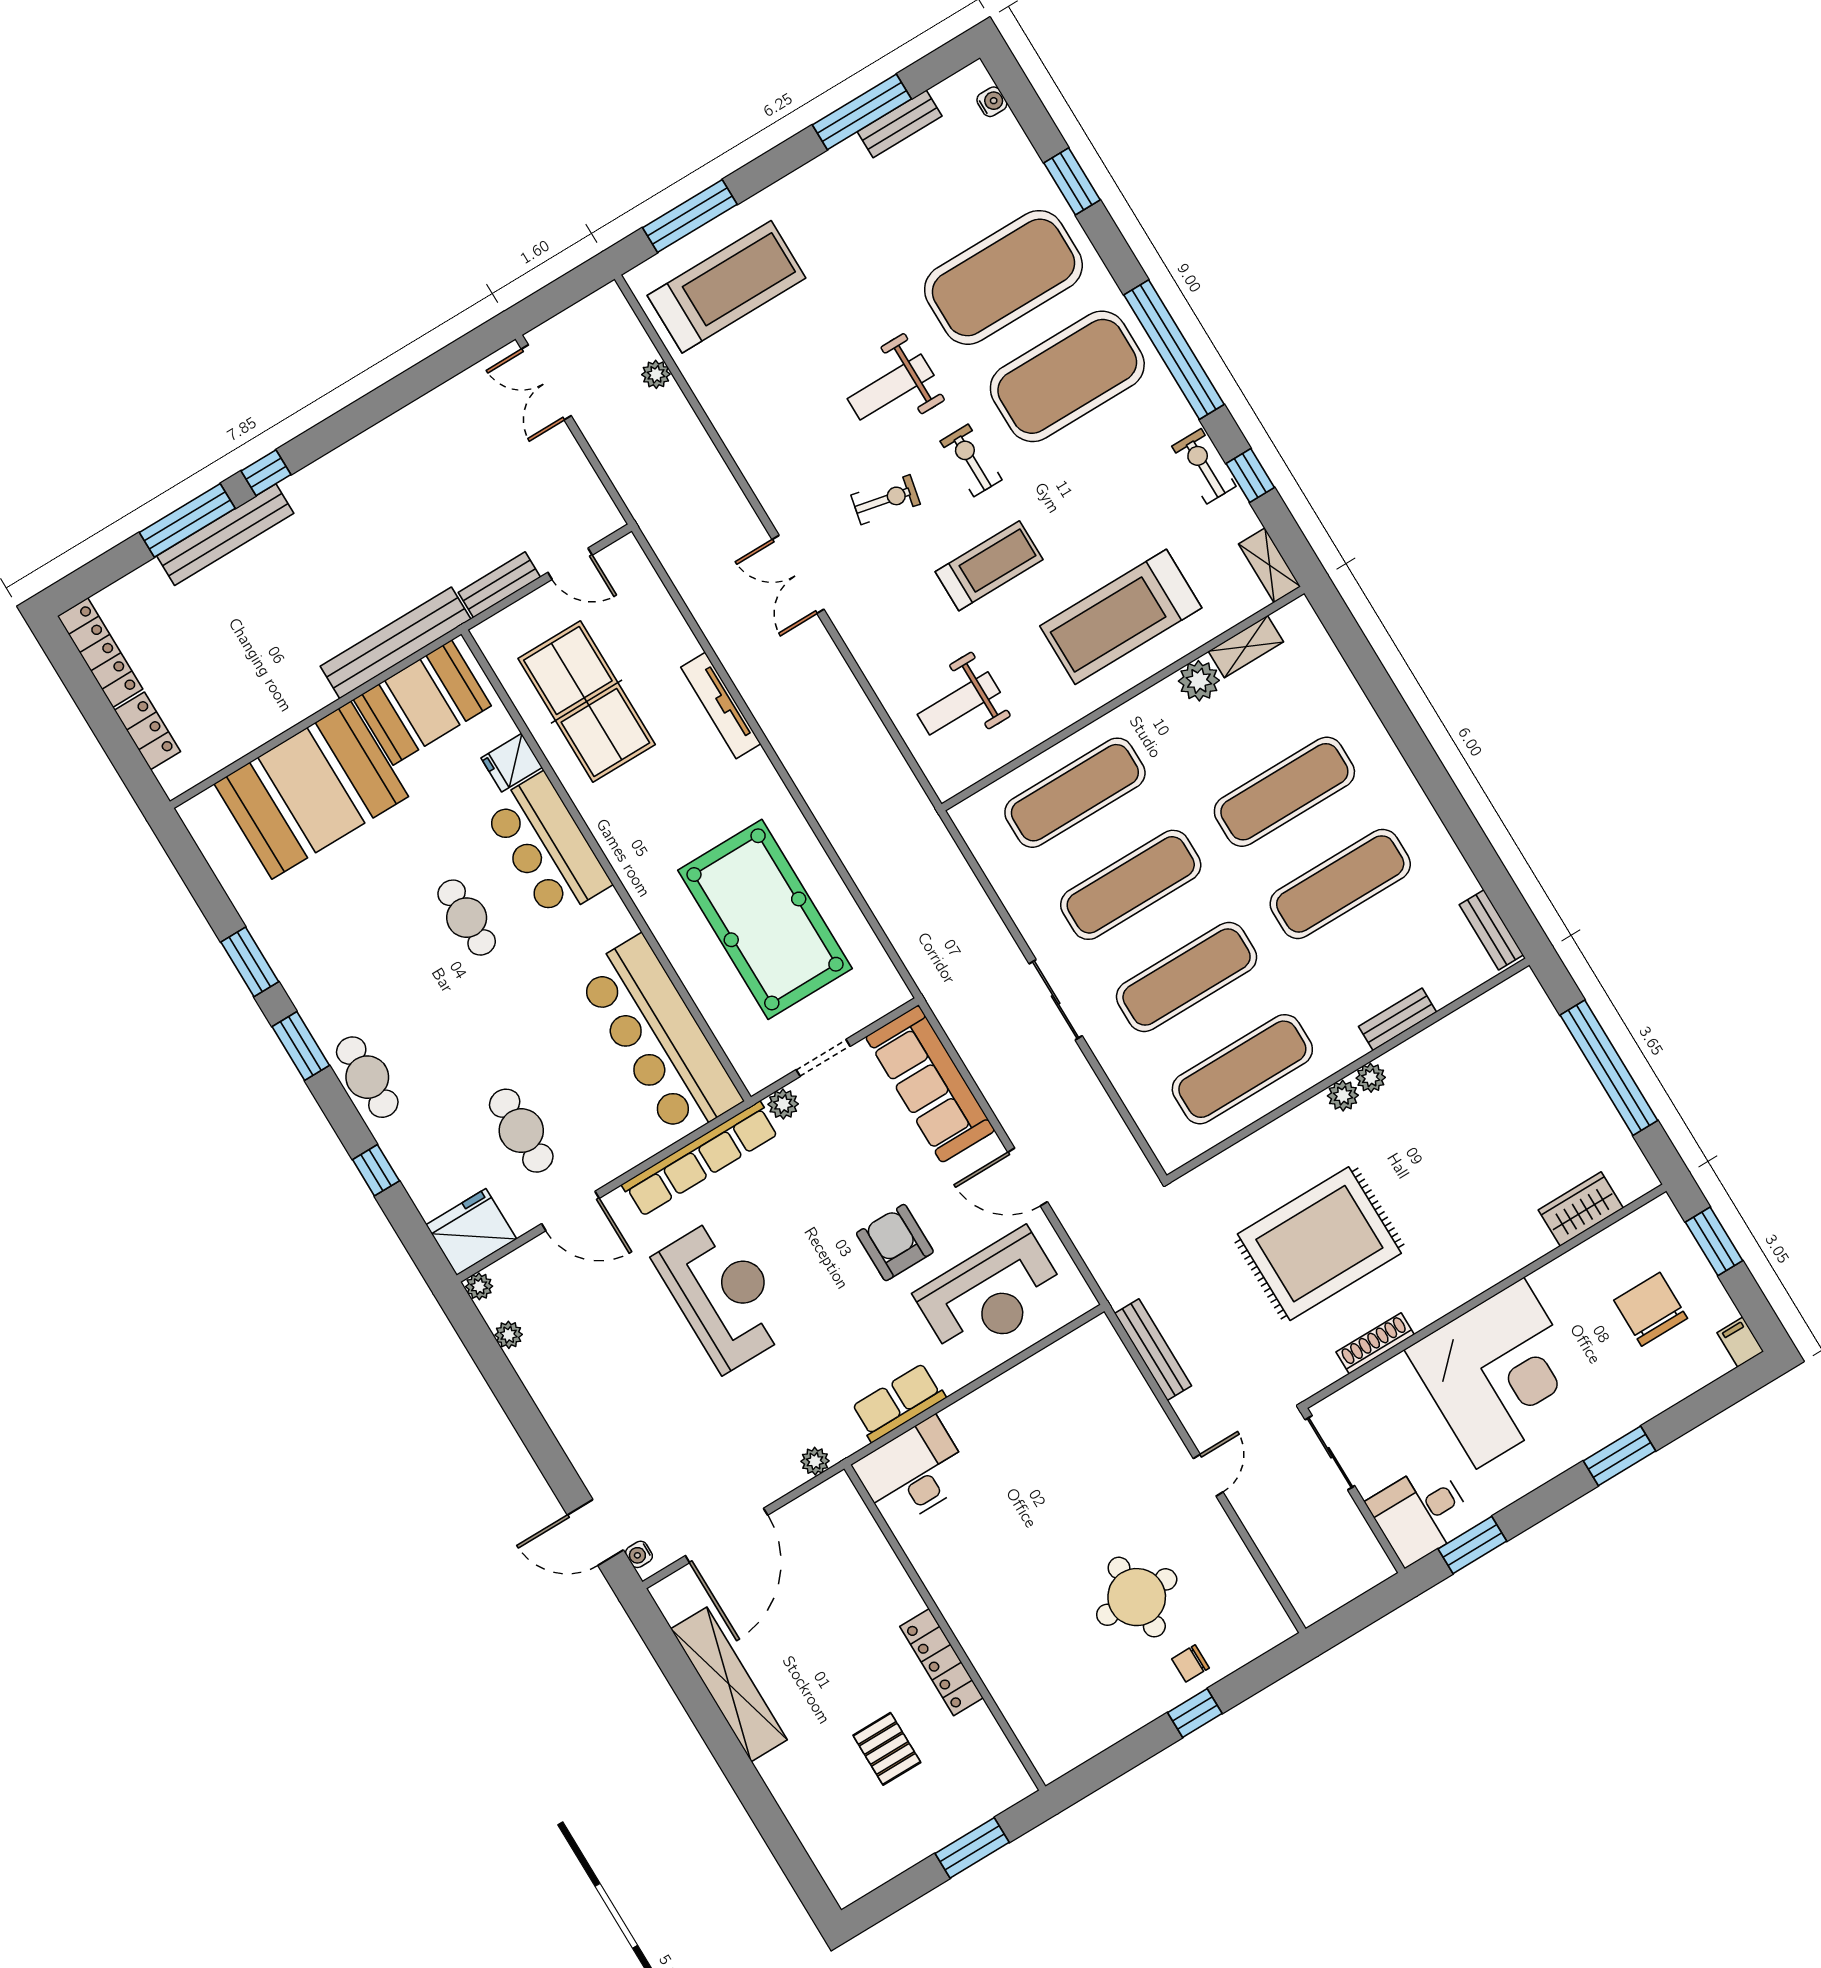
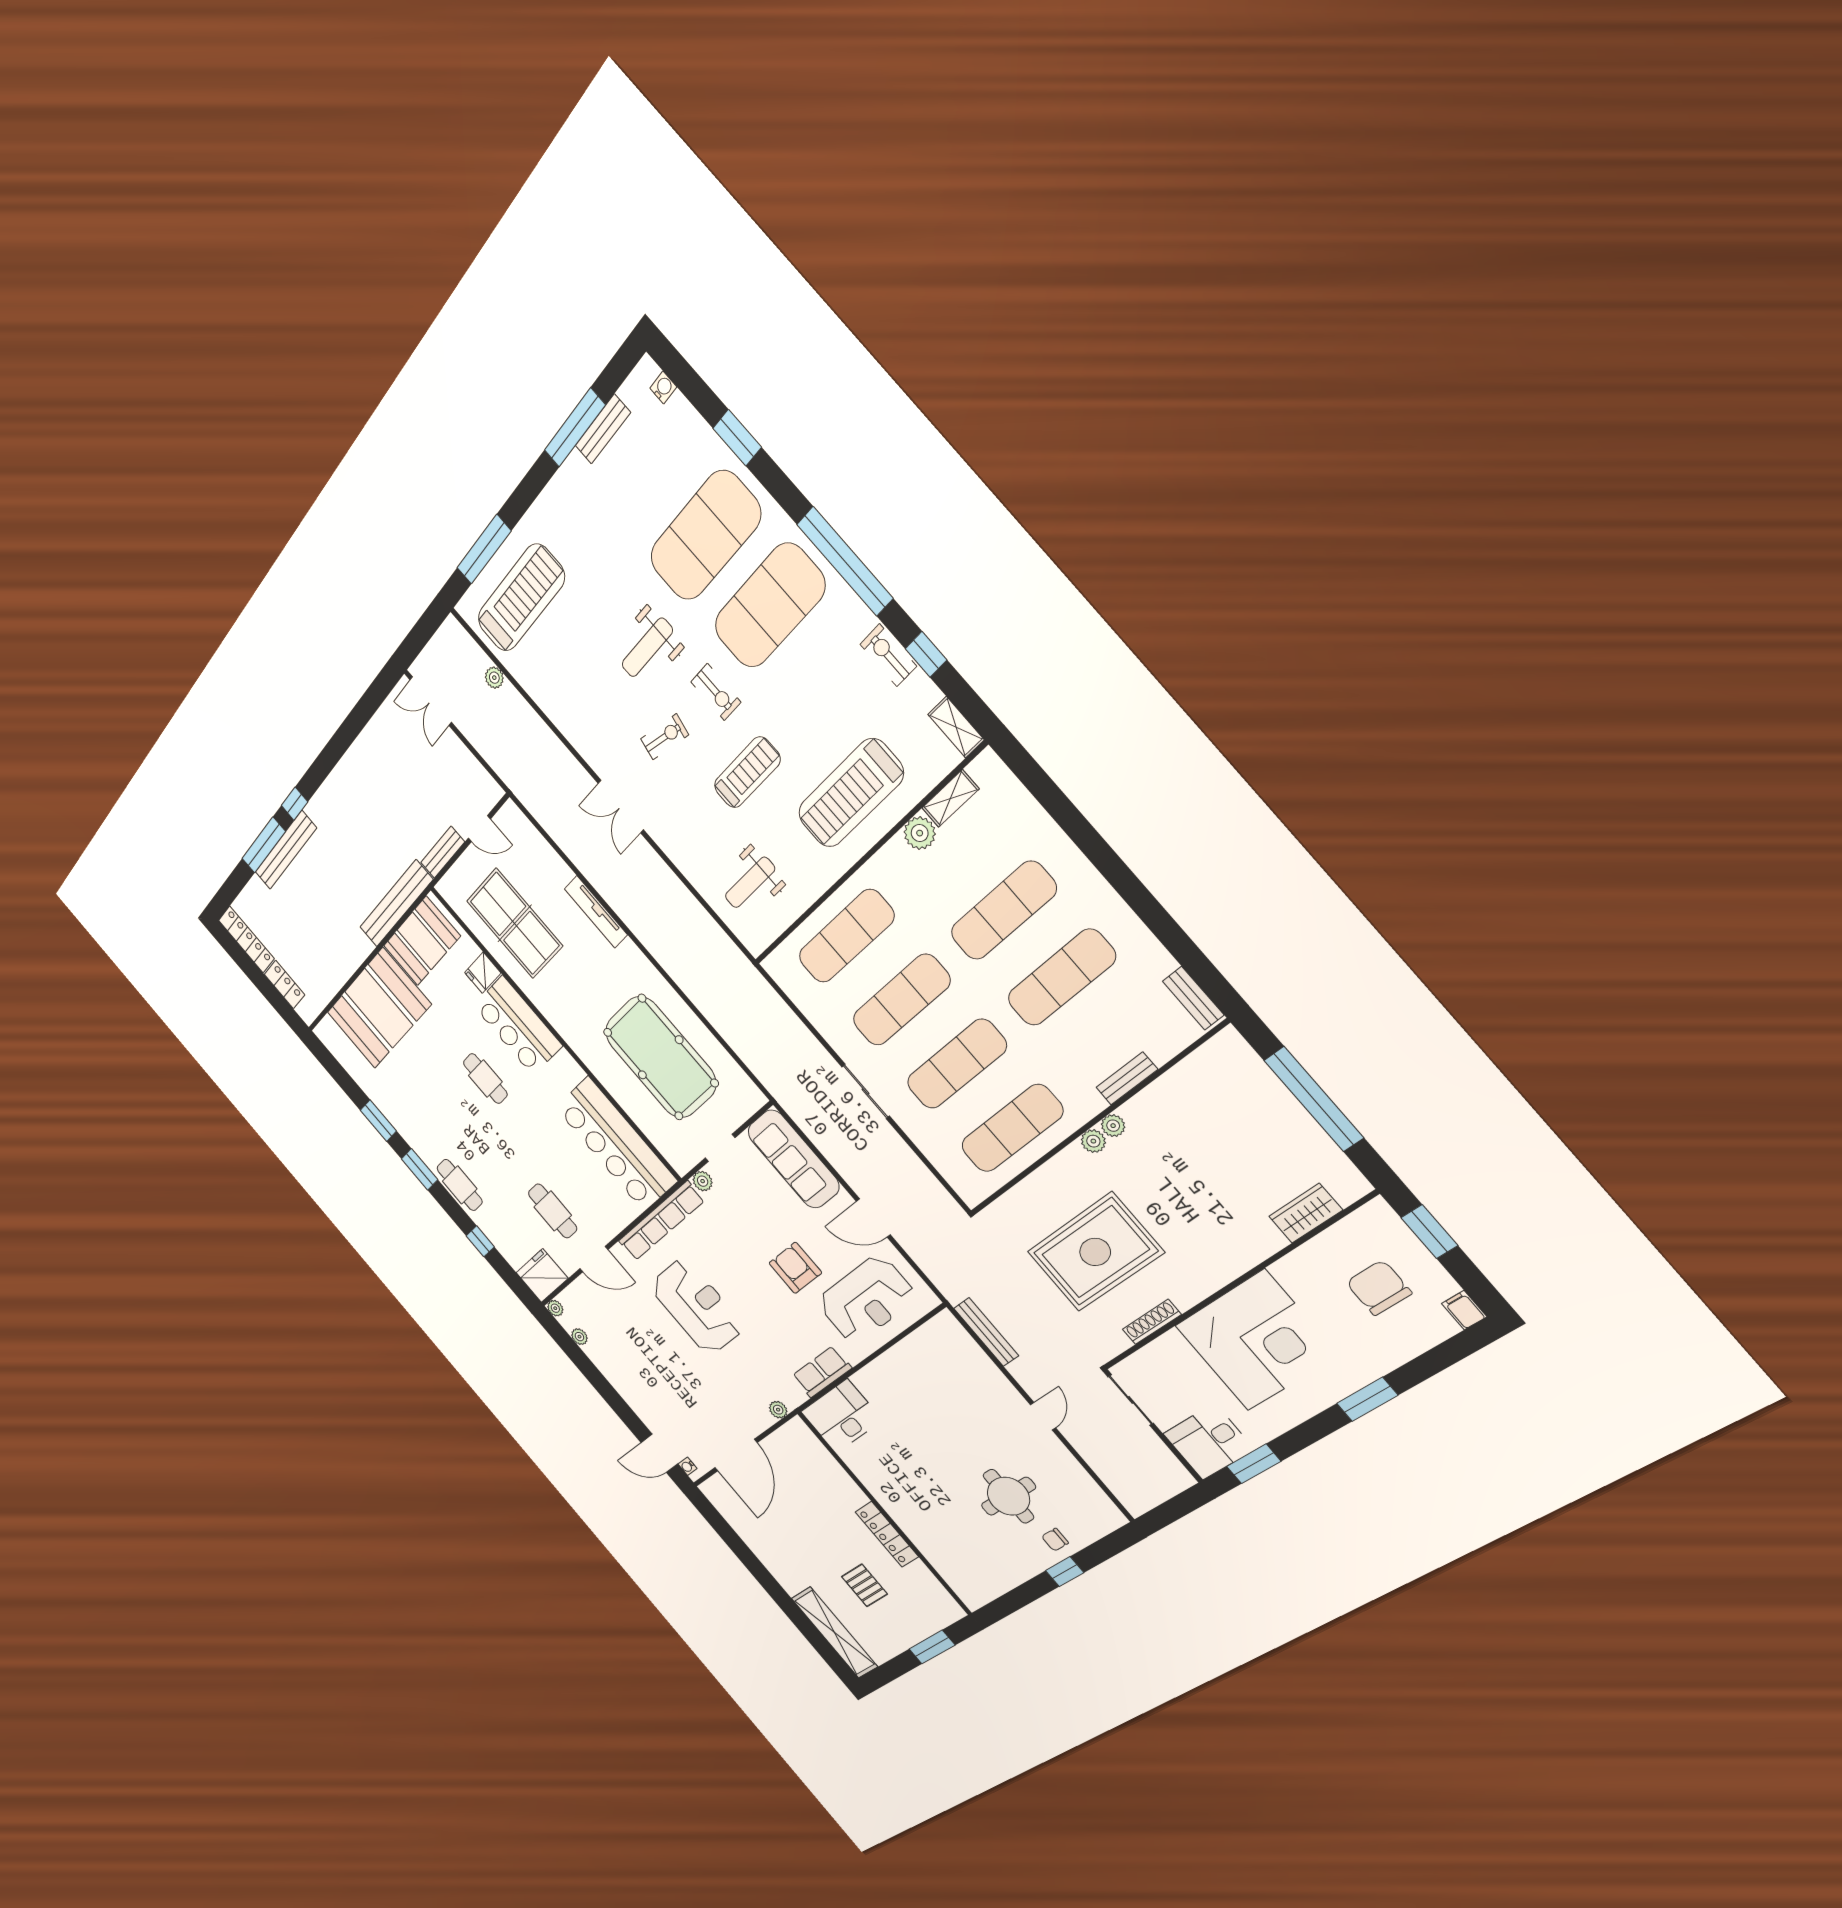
exercise bike: (971, 460) -> (716, 692), turned 180
shelving: (729, 1684) -> (834, 1632), moved

